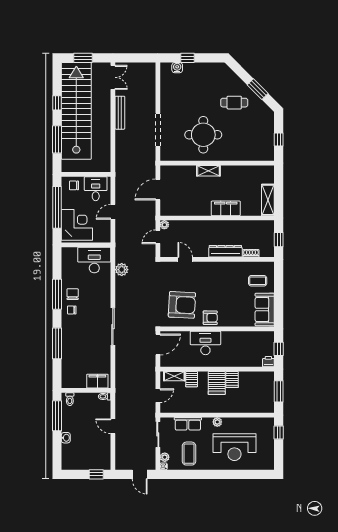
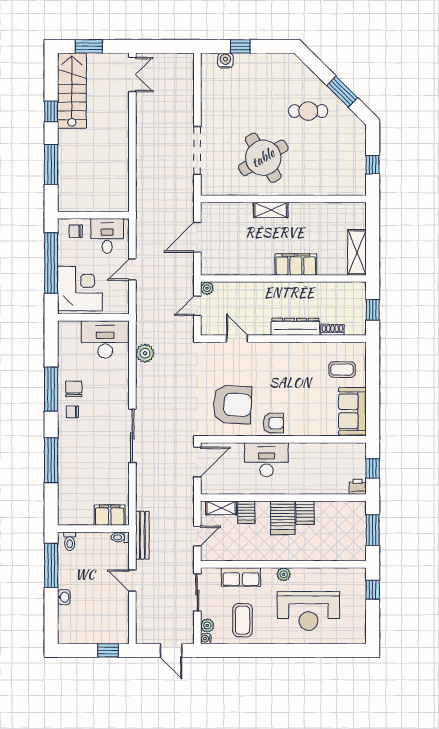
stairs: (76, 111) -> (72, 91), width x0.54, depth x0.66
bench: (120, 113) -> (142, 535), moved
round table: (203, 135) -> (263, 158), turned -31

